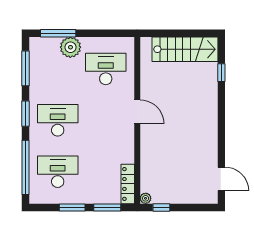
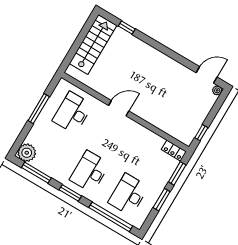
window: (58, 33) -> (39, 109), moved
plant: (70, 47) -> (27, 153), moved
locker: (128, 184) -> (174, 151), width x0.66
plant: (146, 198) -> (217, 90), moved

